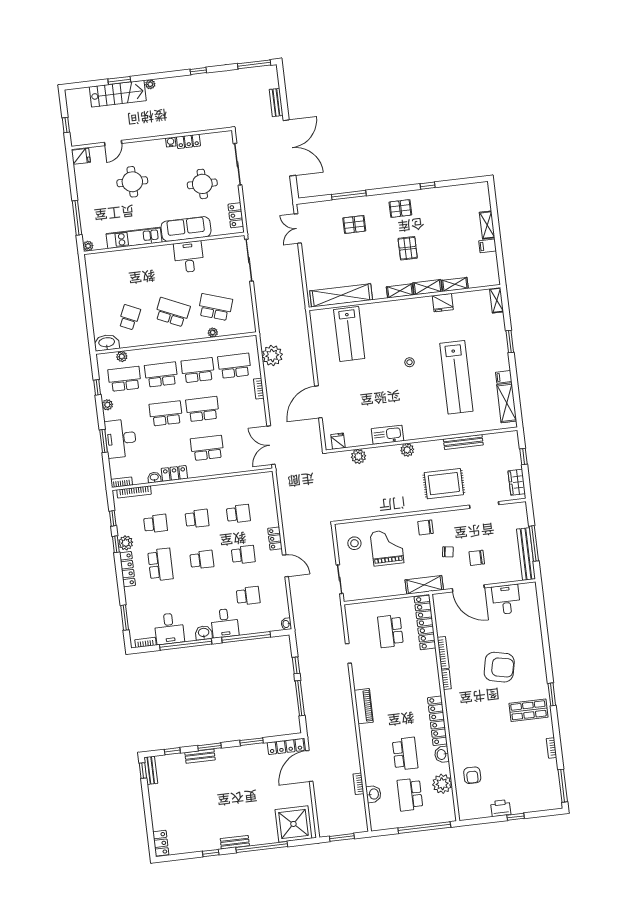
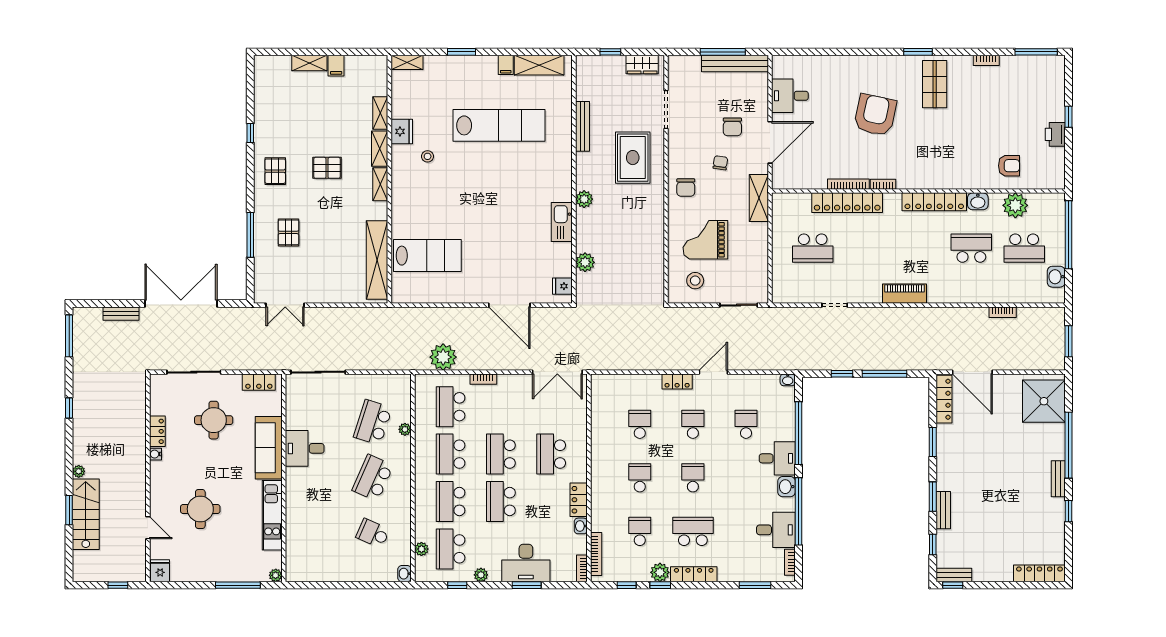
washbasin: (107, 343) -> (405, 574), width x0.52, depth x0.69
stool: (410, 362) -> (428, 156), moved
locker: (425, 622) -> (847, 203), moved
washbasin: (374, 794) -> (1056, 277), moved, turned -90
locker: (161, 843) -> (1039, 573), width x1.53

